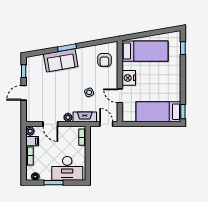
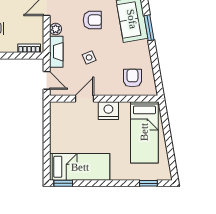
armchair: (104, 60) -> (132, 78), turned 90
armchair: (61, 90) -> (92, 20), added
bed: (158, 112) -> (80, 167), moved, turned 90
door: (106, 124) -> (47, 80), hinge flipped

